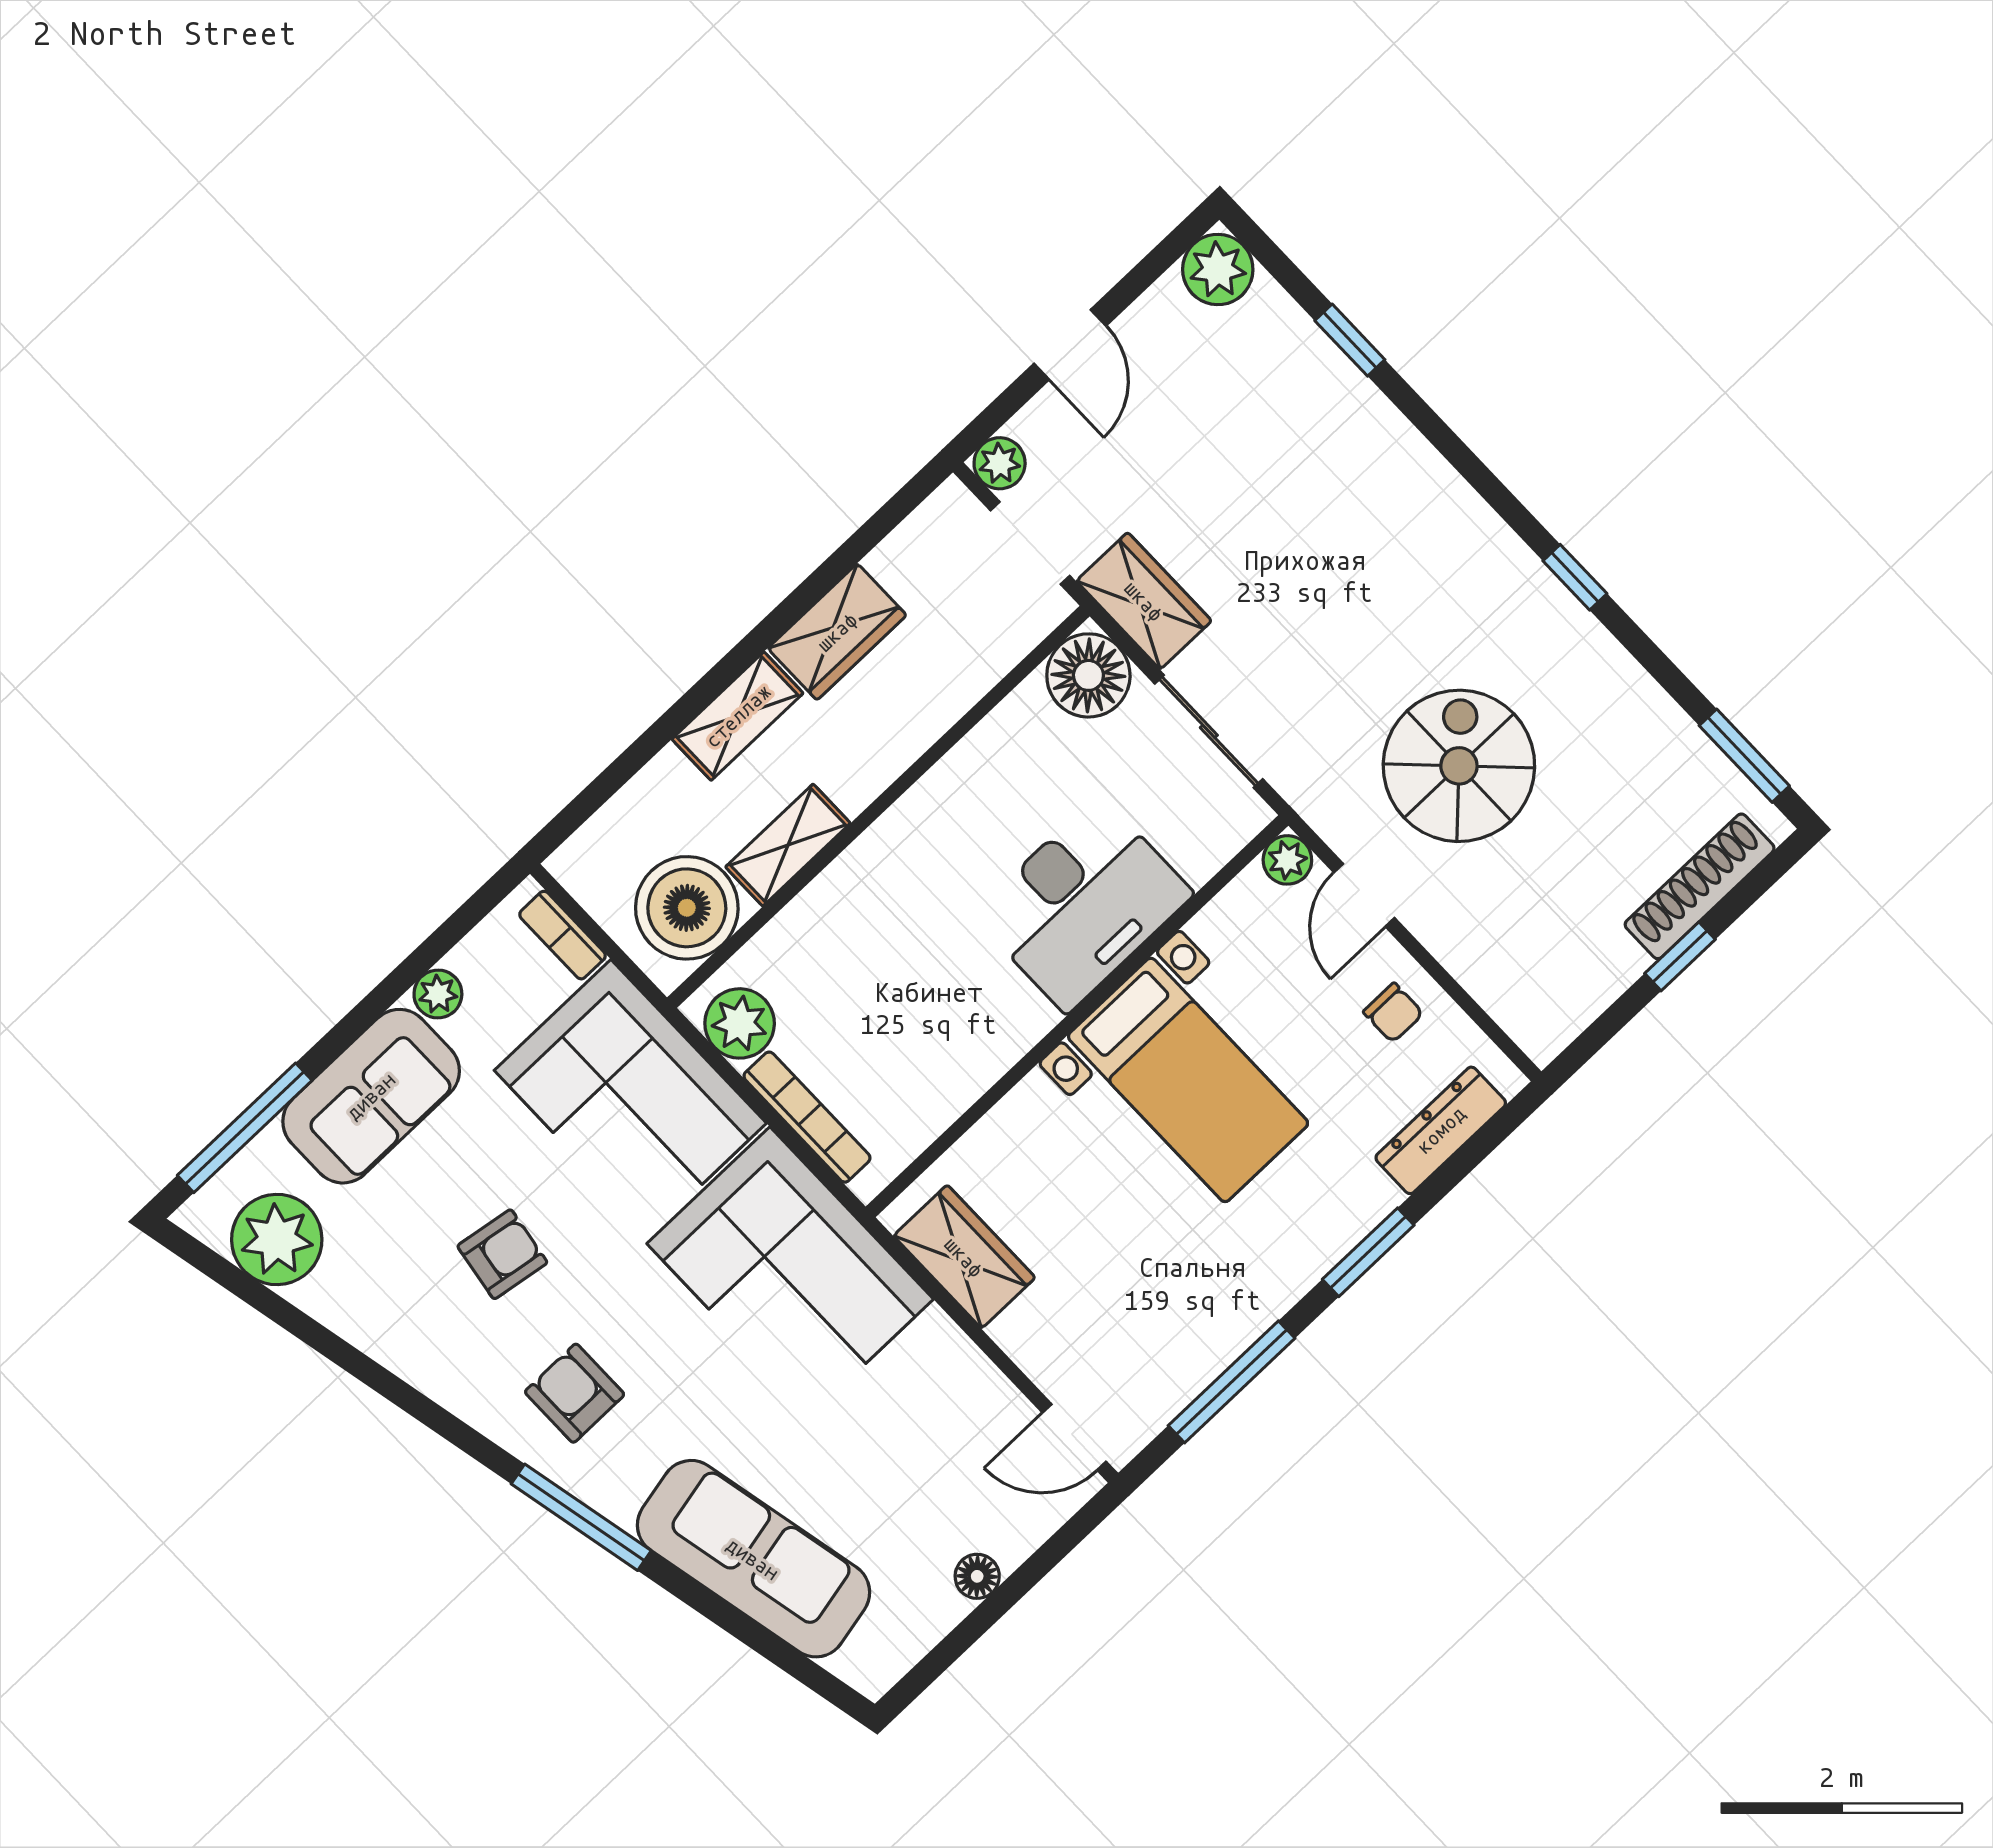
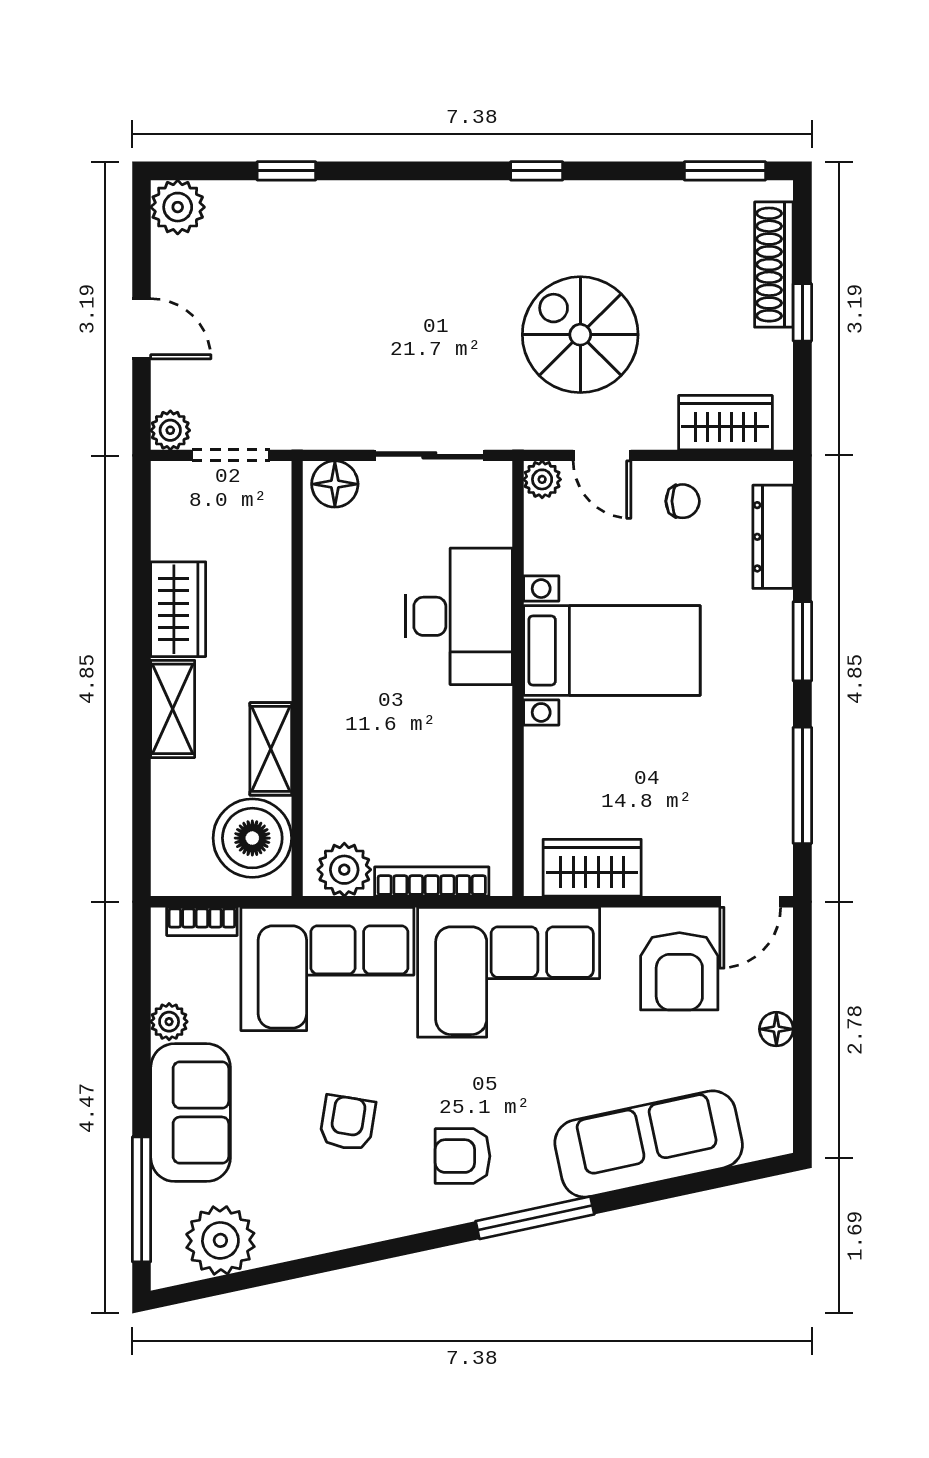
wardrobe: (1144, 601) -> (725, 423), moved
floor lamp: (1088, 675) -> (335, 484), width x0.73, depth x0.73
armchair: (945, 1432) -> (679, 971), added

